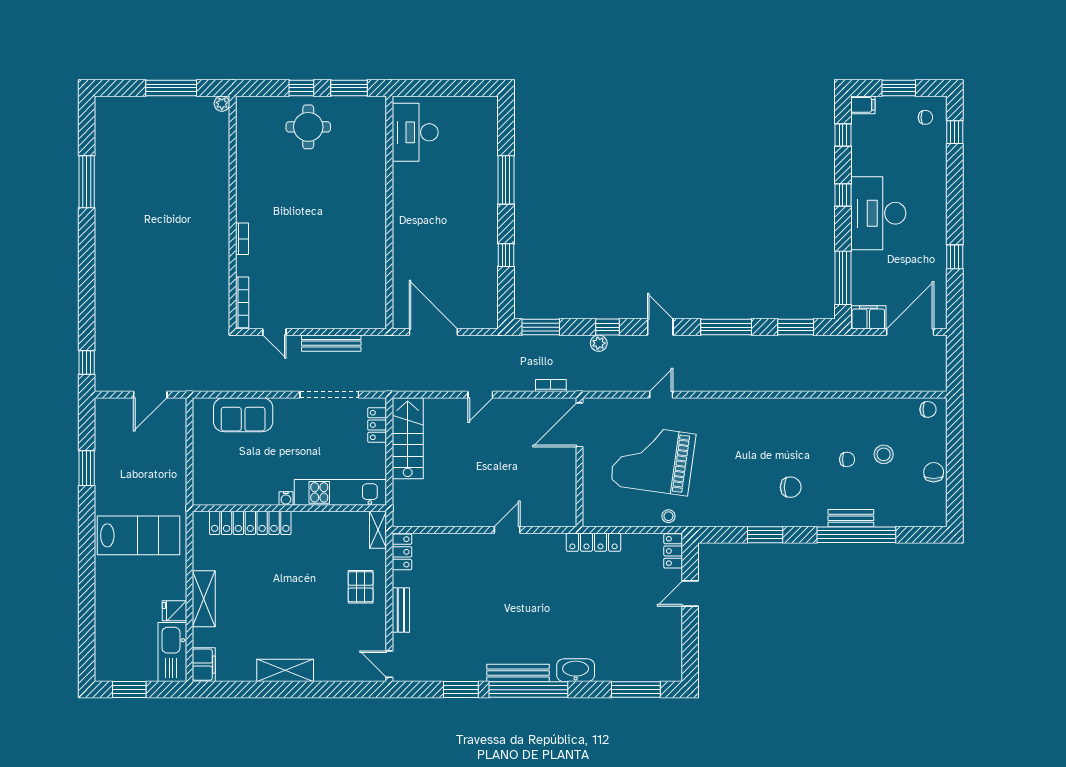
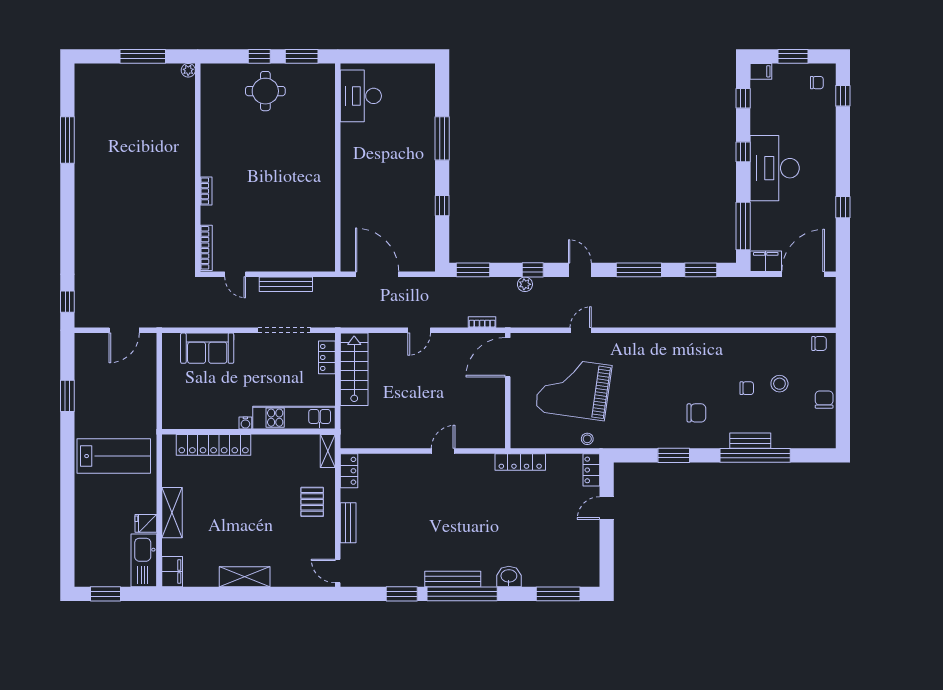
washbasin: (576, 670) -> (509, 576), width x0.72

